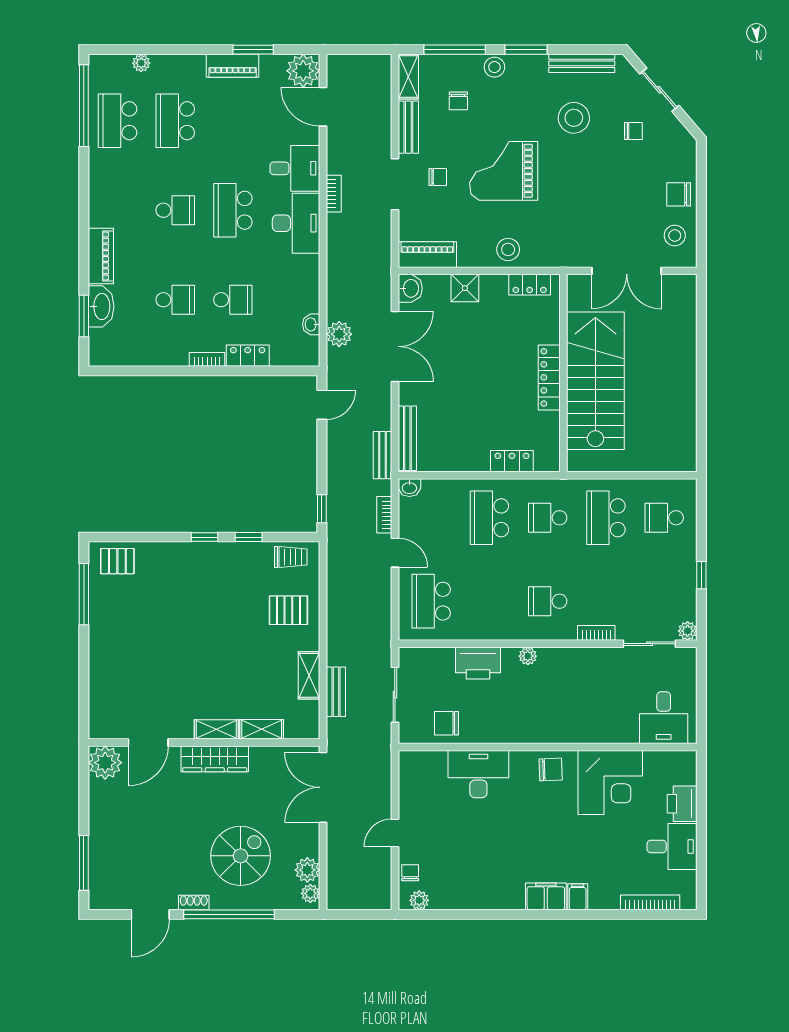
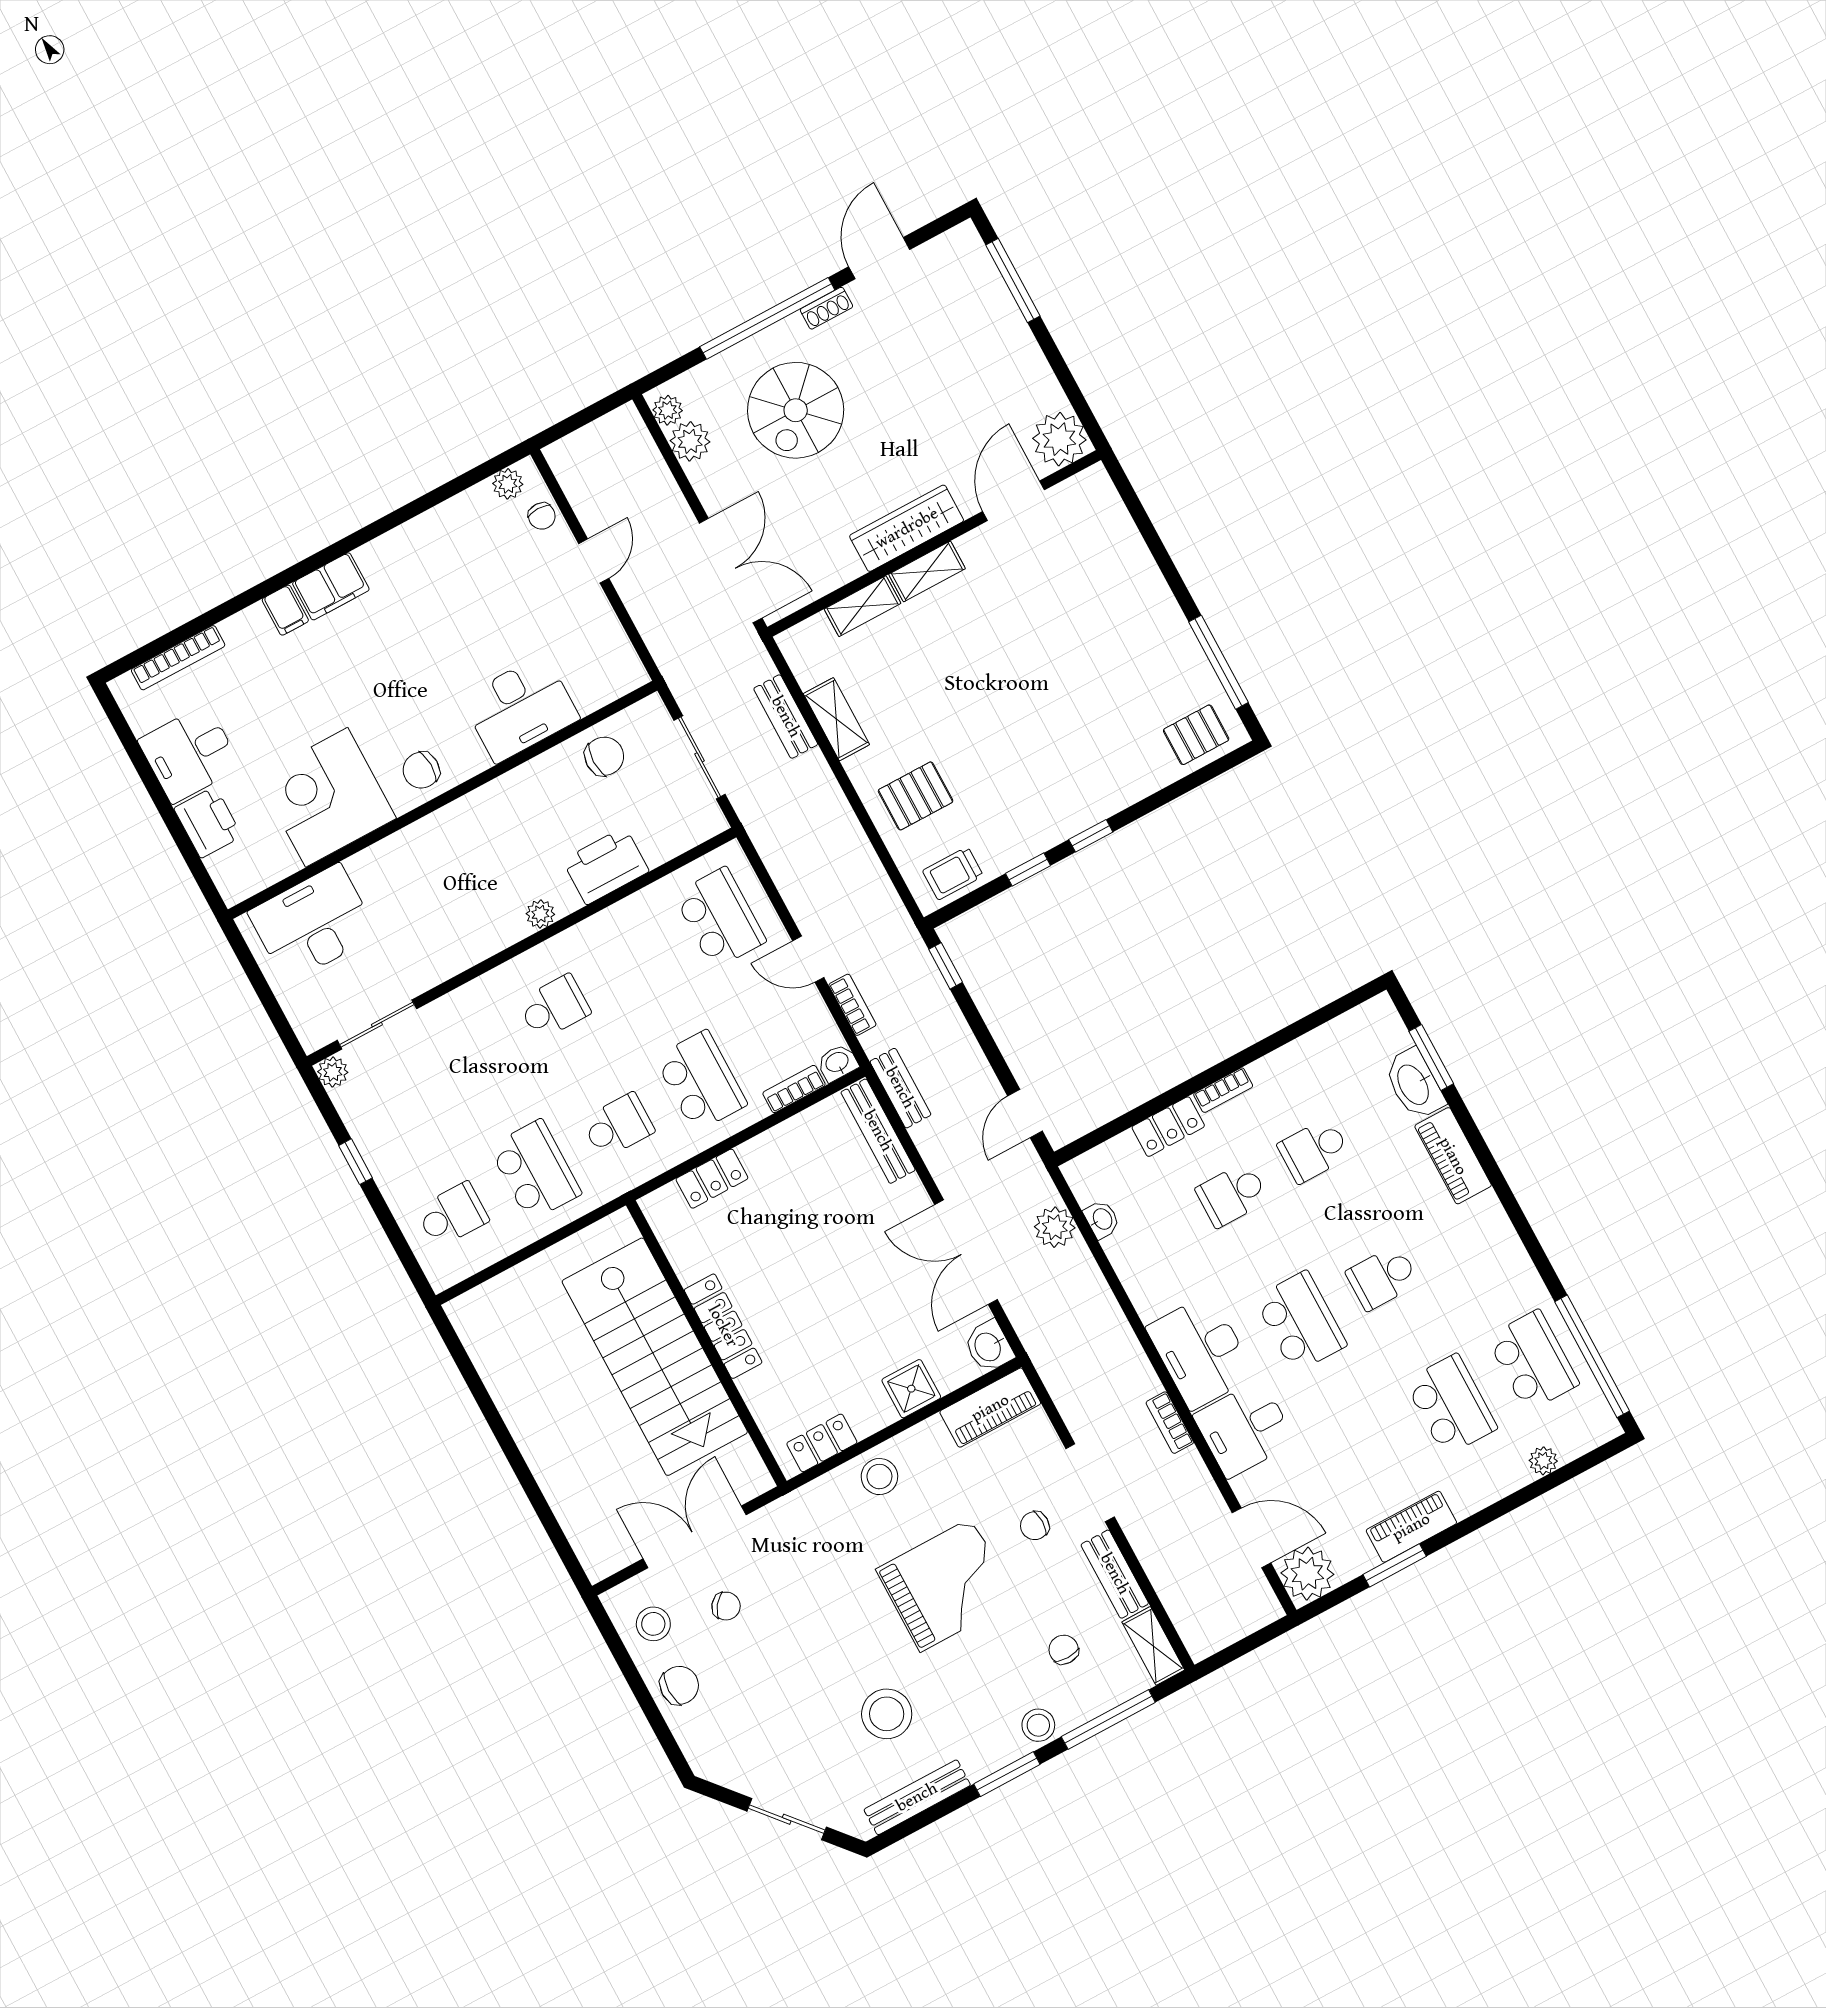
chair: (633, 131) -> (726, 1606), moved, turned -143
bookcase: (596, 633) -> (794, 1089), moved, turned 180
desk: (664, 718) -> (313, 923), width x1.37

